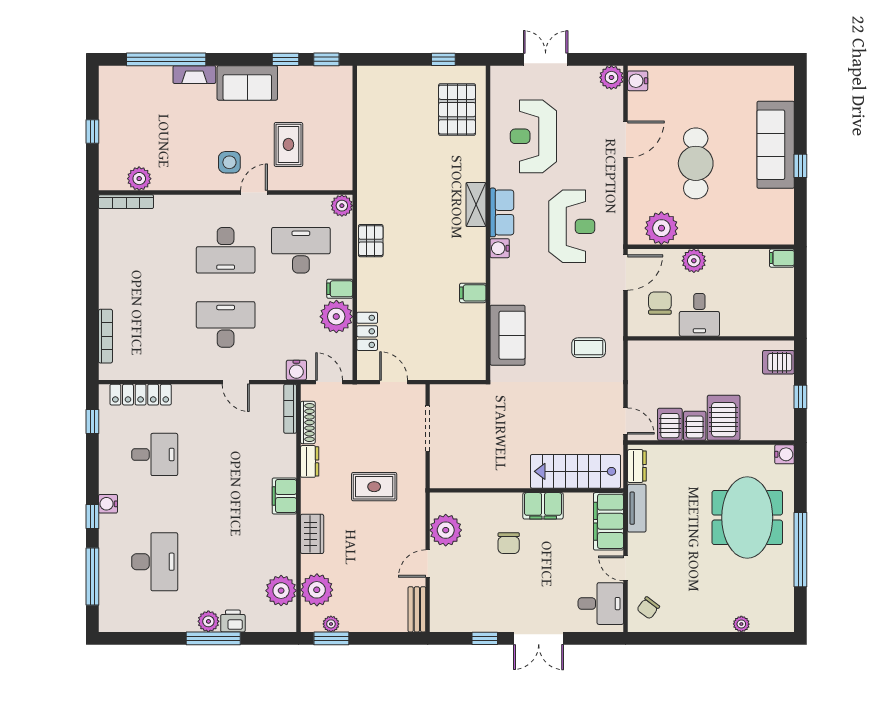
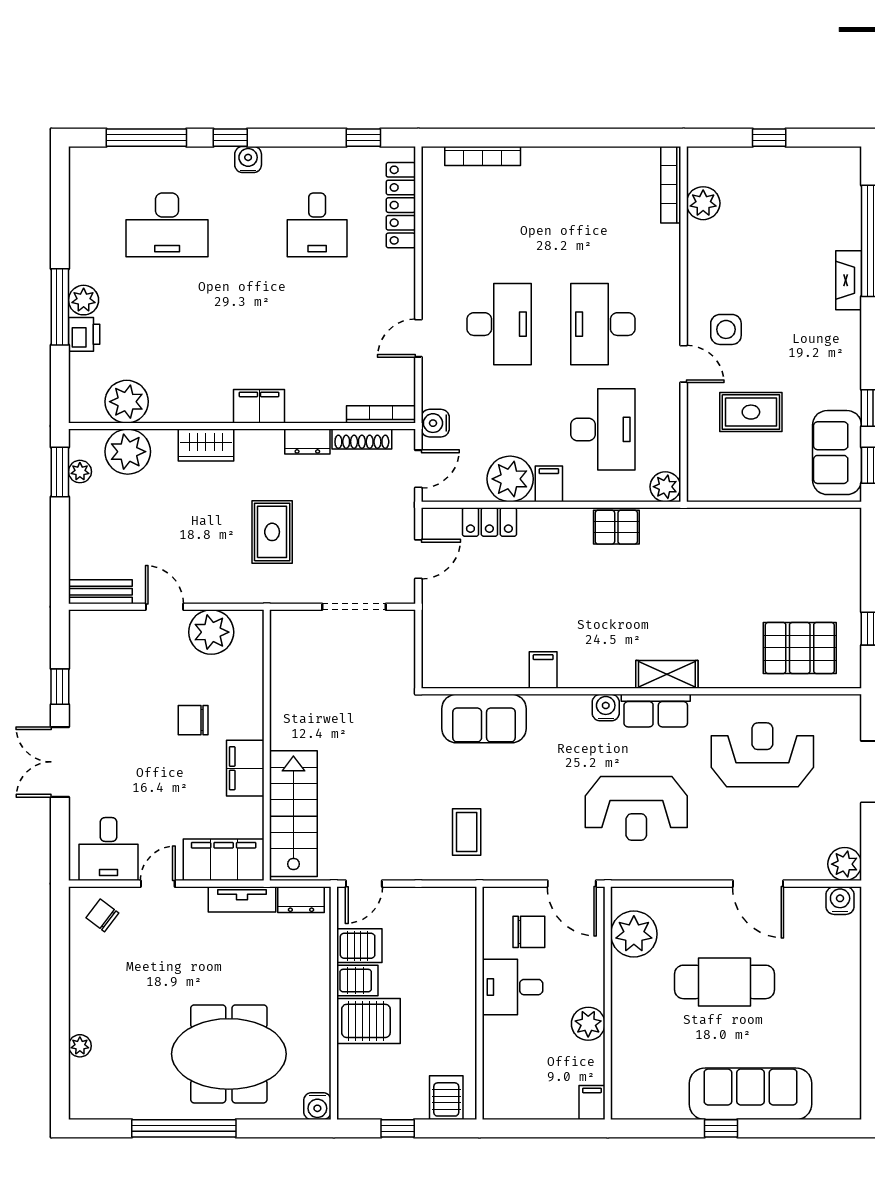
sofa: (247, 83) -> (837, 453), moved
plant: (694, 261) -> (588, 1024), moved

